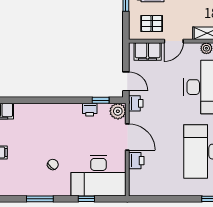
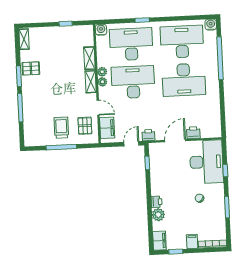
printer: (90, 110) -> (156, 202), moved
plant: (118, 111) -> (158, 215), moved

